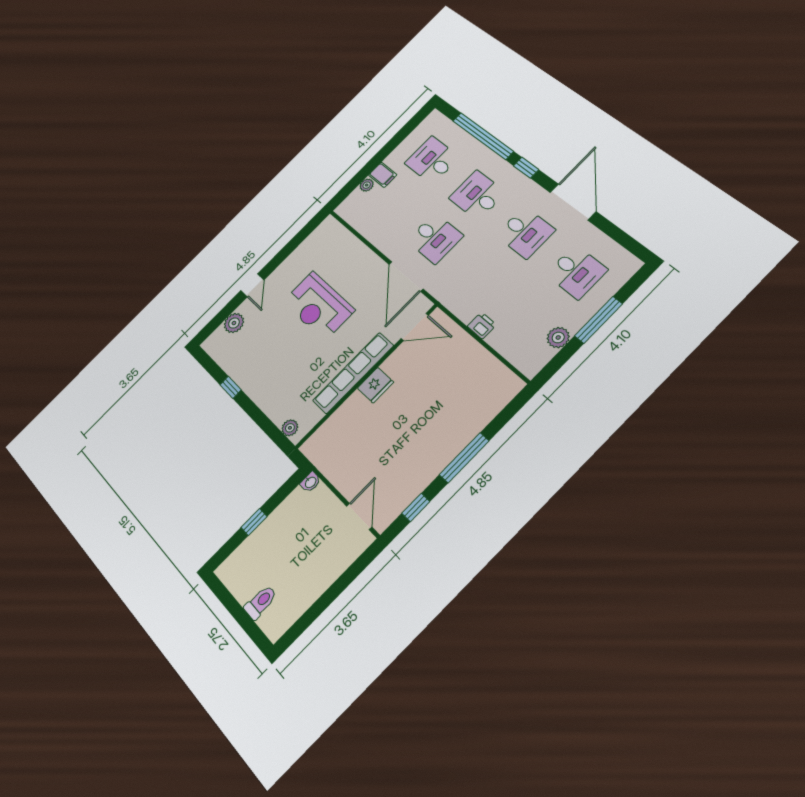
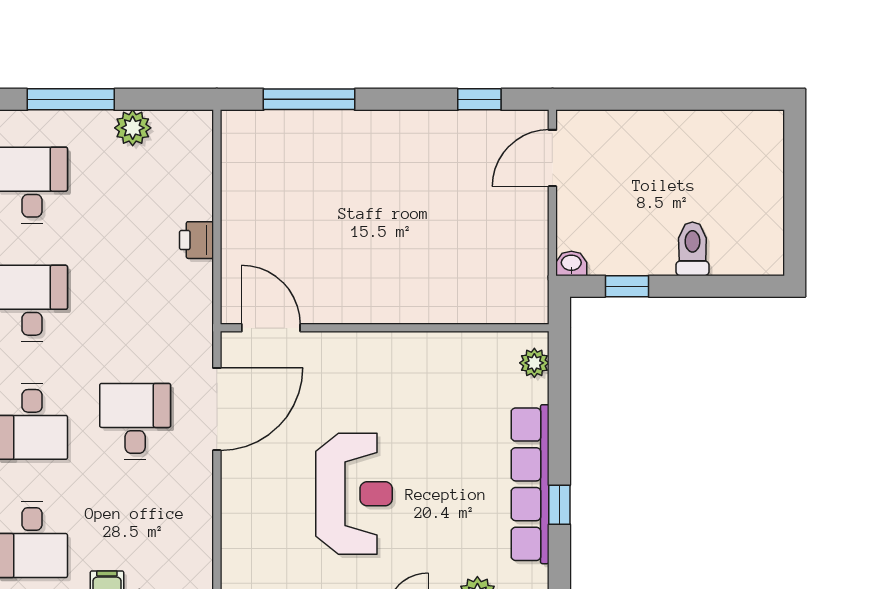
row of seats: (353, 373) -> (530, 484), moved, turned 90
fridge: (376, 385) -> (385, 303), removed
window: (464, 458) -> (309, 99), moved
window: (254, 522) -> (627, 286), moved
toilet: (260, 602) -> (692, 249), moved, turned 90

